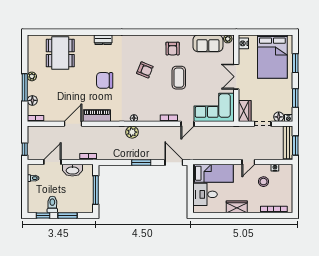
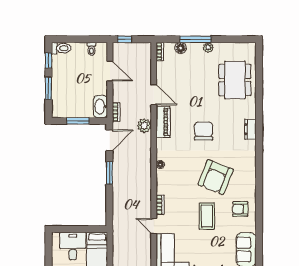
dining table: (60, 53) -> (235, 80), turned 90
armchair: (145, 70) -> (216, 177), width x1.88, depth x1.88
coffee table: (179, 78) -> (207, 216), turned 90
plant: (132, 132) -> (144, 126), moved
door: (174, 163) -> (109, 140), moved
washbasin: (72, 170) -> (101, 107), moved
window: (96, 190) -> (78, 121), width x0.69
toilet: (52, 204) -> (61, 48), moved

